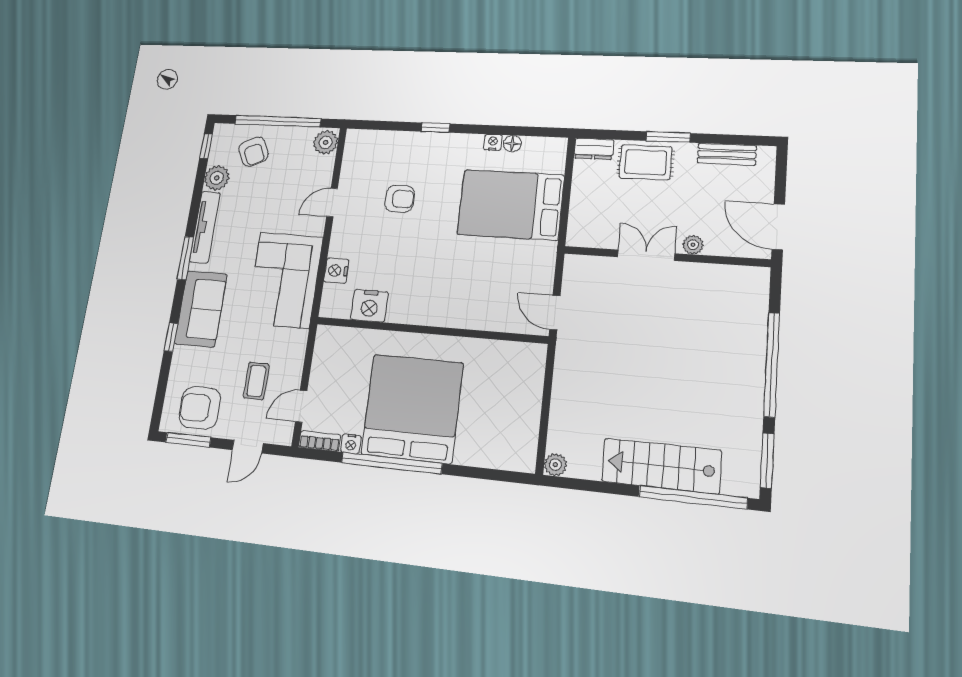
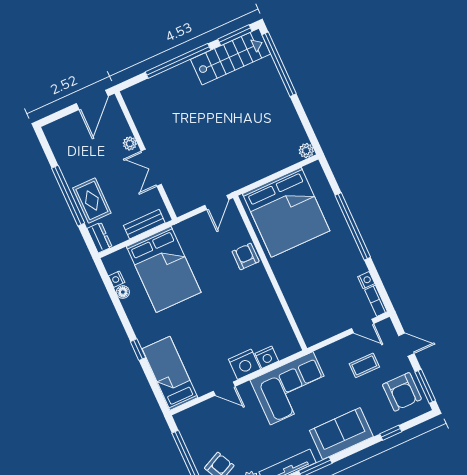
window: (668, 137) -> (68, 196), width x2.11
plant: (326, 142) -> (187, 419), removed
nightstand: (493, 142) -> (117, 279), moved
bed: (387, 150) -> (170, 373), added
bench: (727, 154) -> (144, 224), moved, turned 90
armchair: (400, 199) -> (246, 256), moved
nightstand: (369, 306) -> (244, 364), moved, turned 90
window: (171, 337) -> (391, 433), moved
bed: (412, 408) -> (286, 212), moved, turned -90
window: (391, 463) -> (353, 226), moved
stairs: (661, 466) -> (230, 57), moved, turned -90

